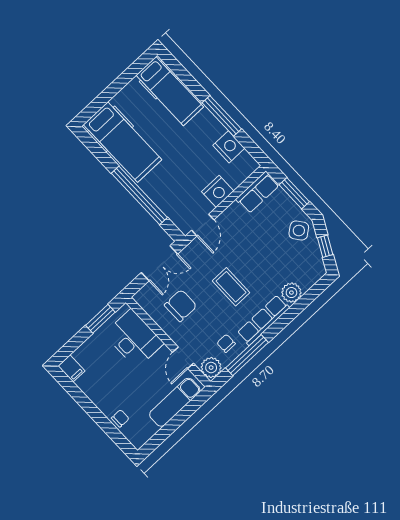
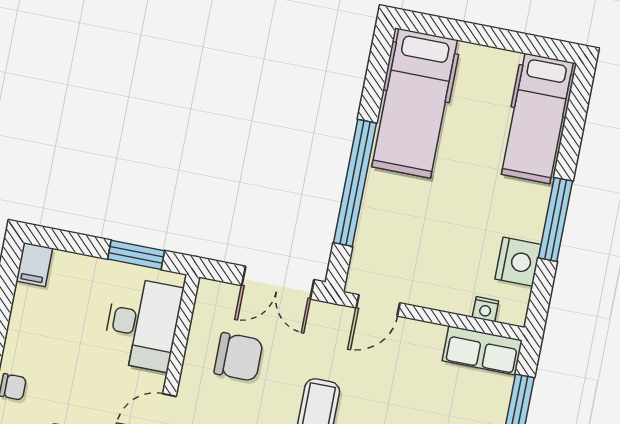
nightstand: (218, 191) -> (485, 309), moved, width x0.53, depth x0.56

